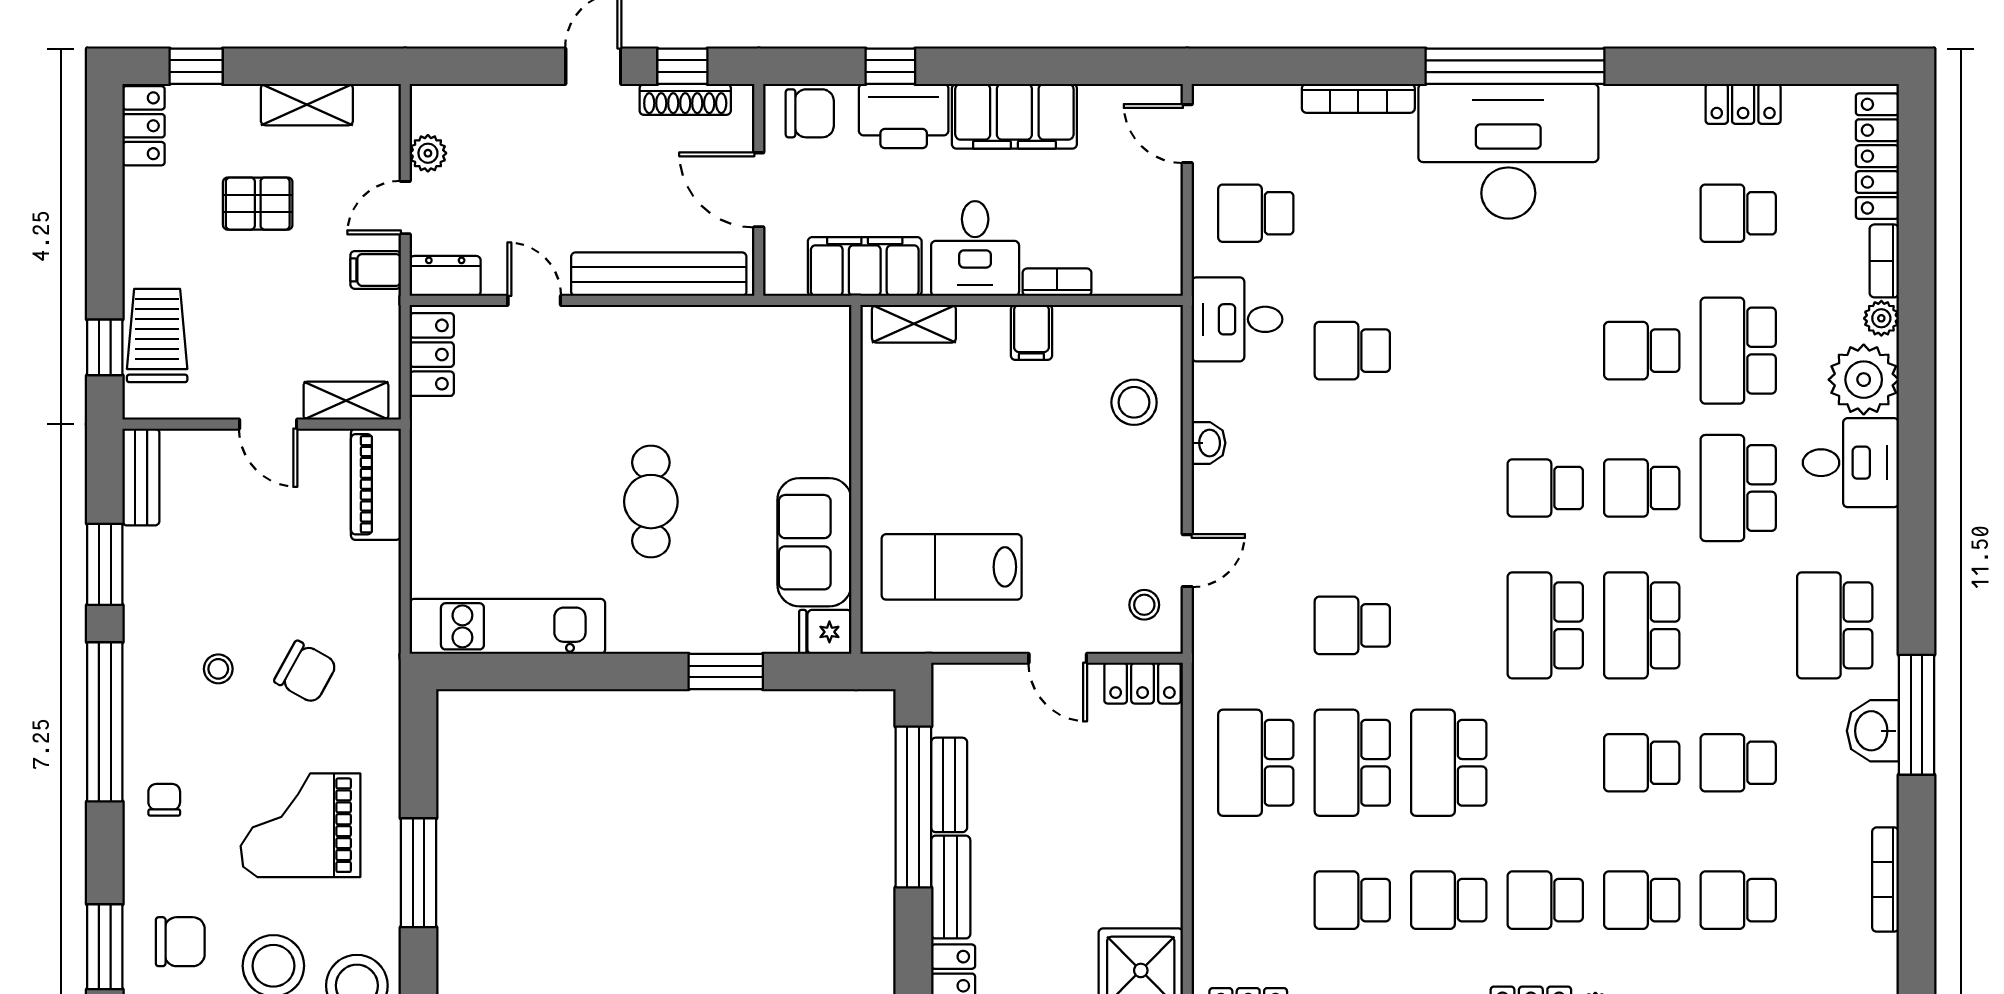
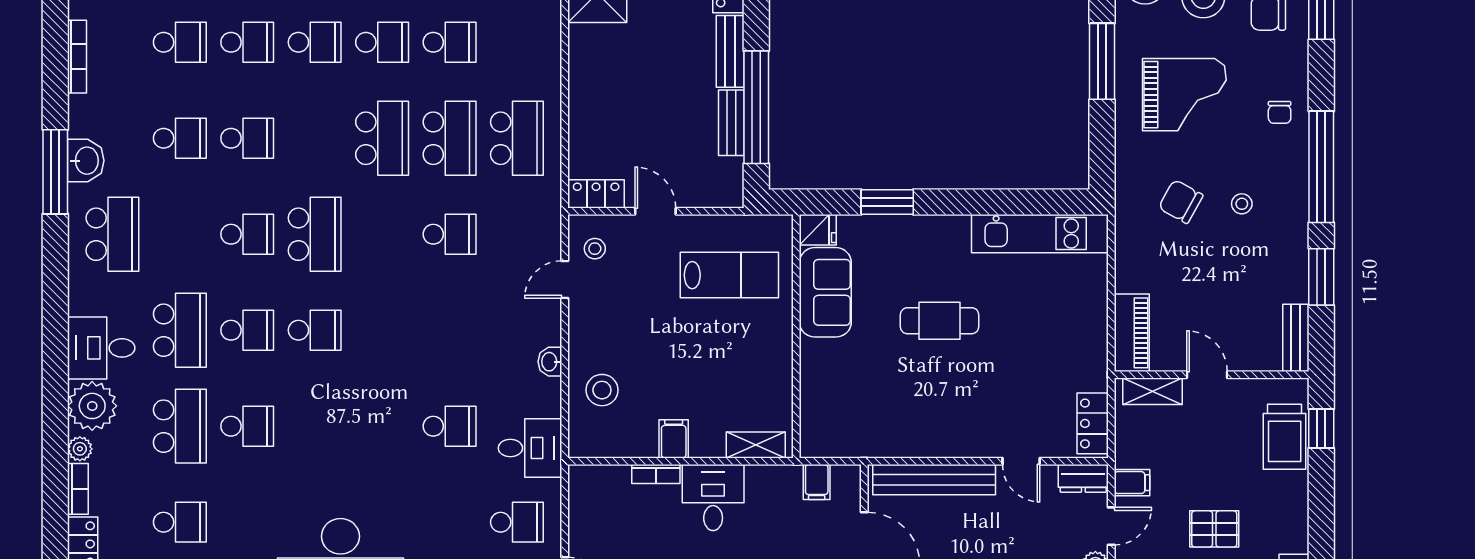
filing cabinet: (865, 266) -> (817, 482), width x0.33, depth x0.86
cafe table: (651, 502) -> (940, 321), turned 90
school desk: (1642, 625) -> (247, 234), width x0.54

